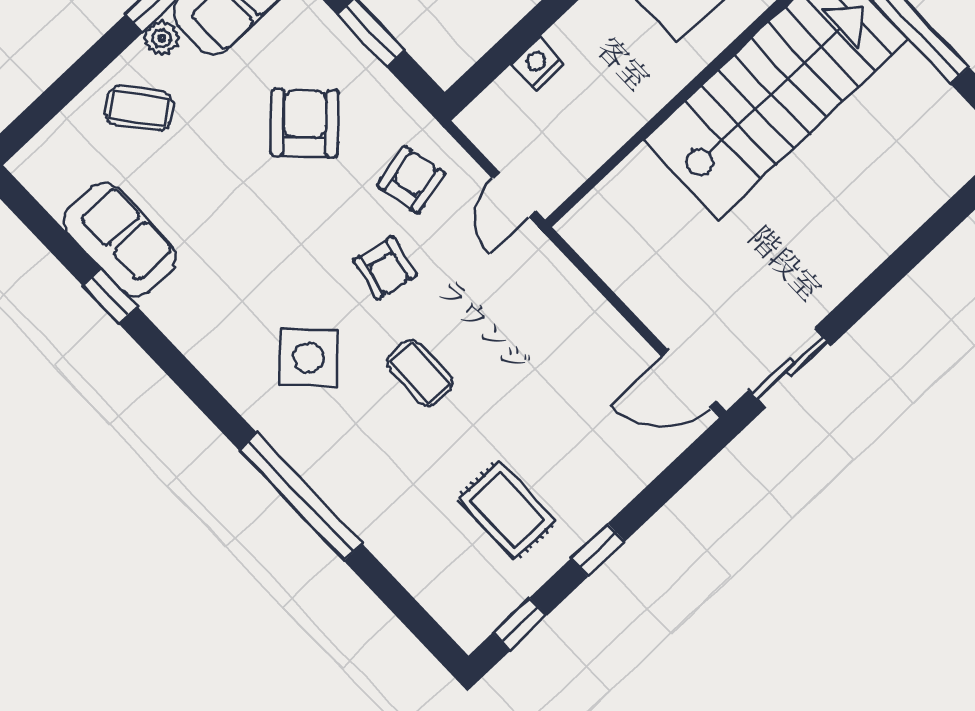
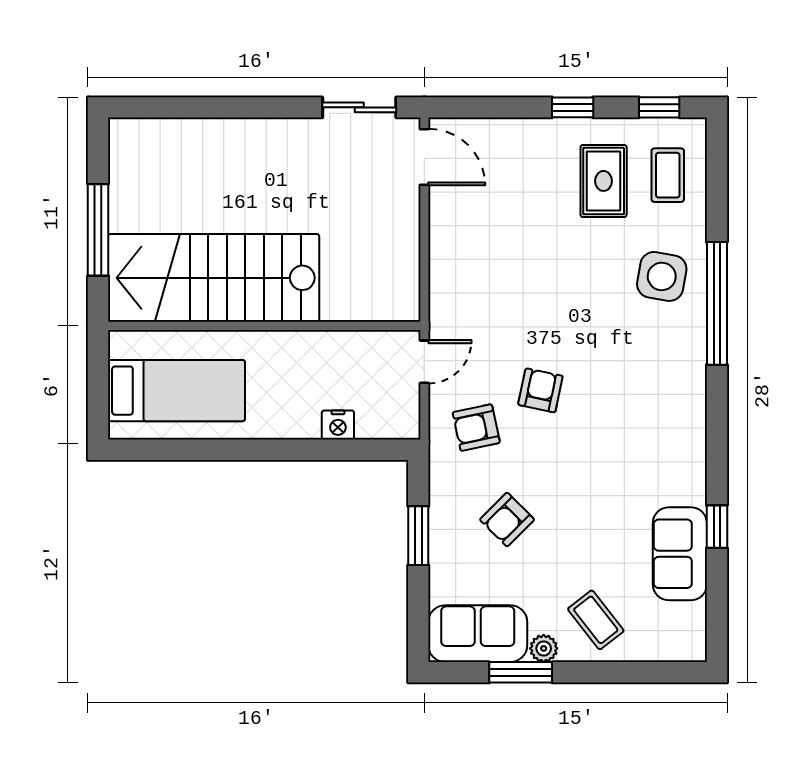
armchair: (305, 123) -> (507, 520), width x0.72, depth x0.72
side table: (309, 358) -> (662, 276), moved, turned -35
coffee table: (420, 373) -> (668, 175), moved

